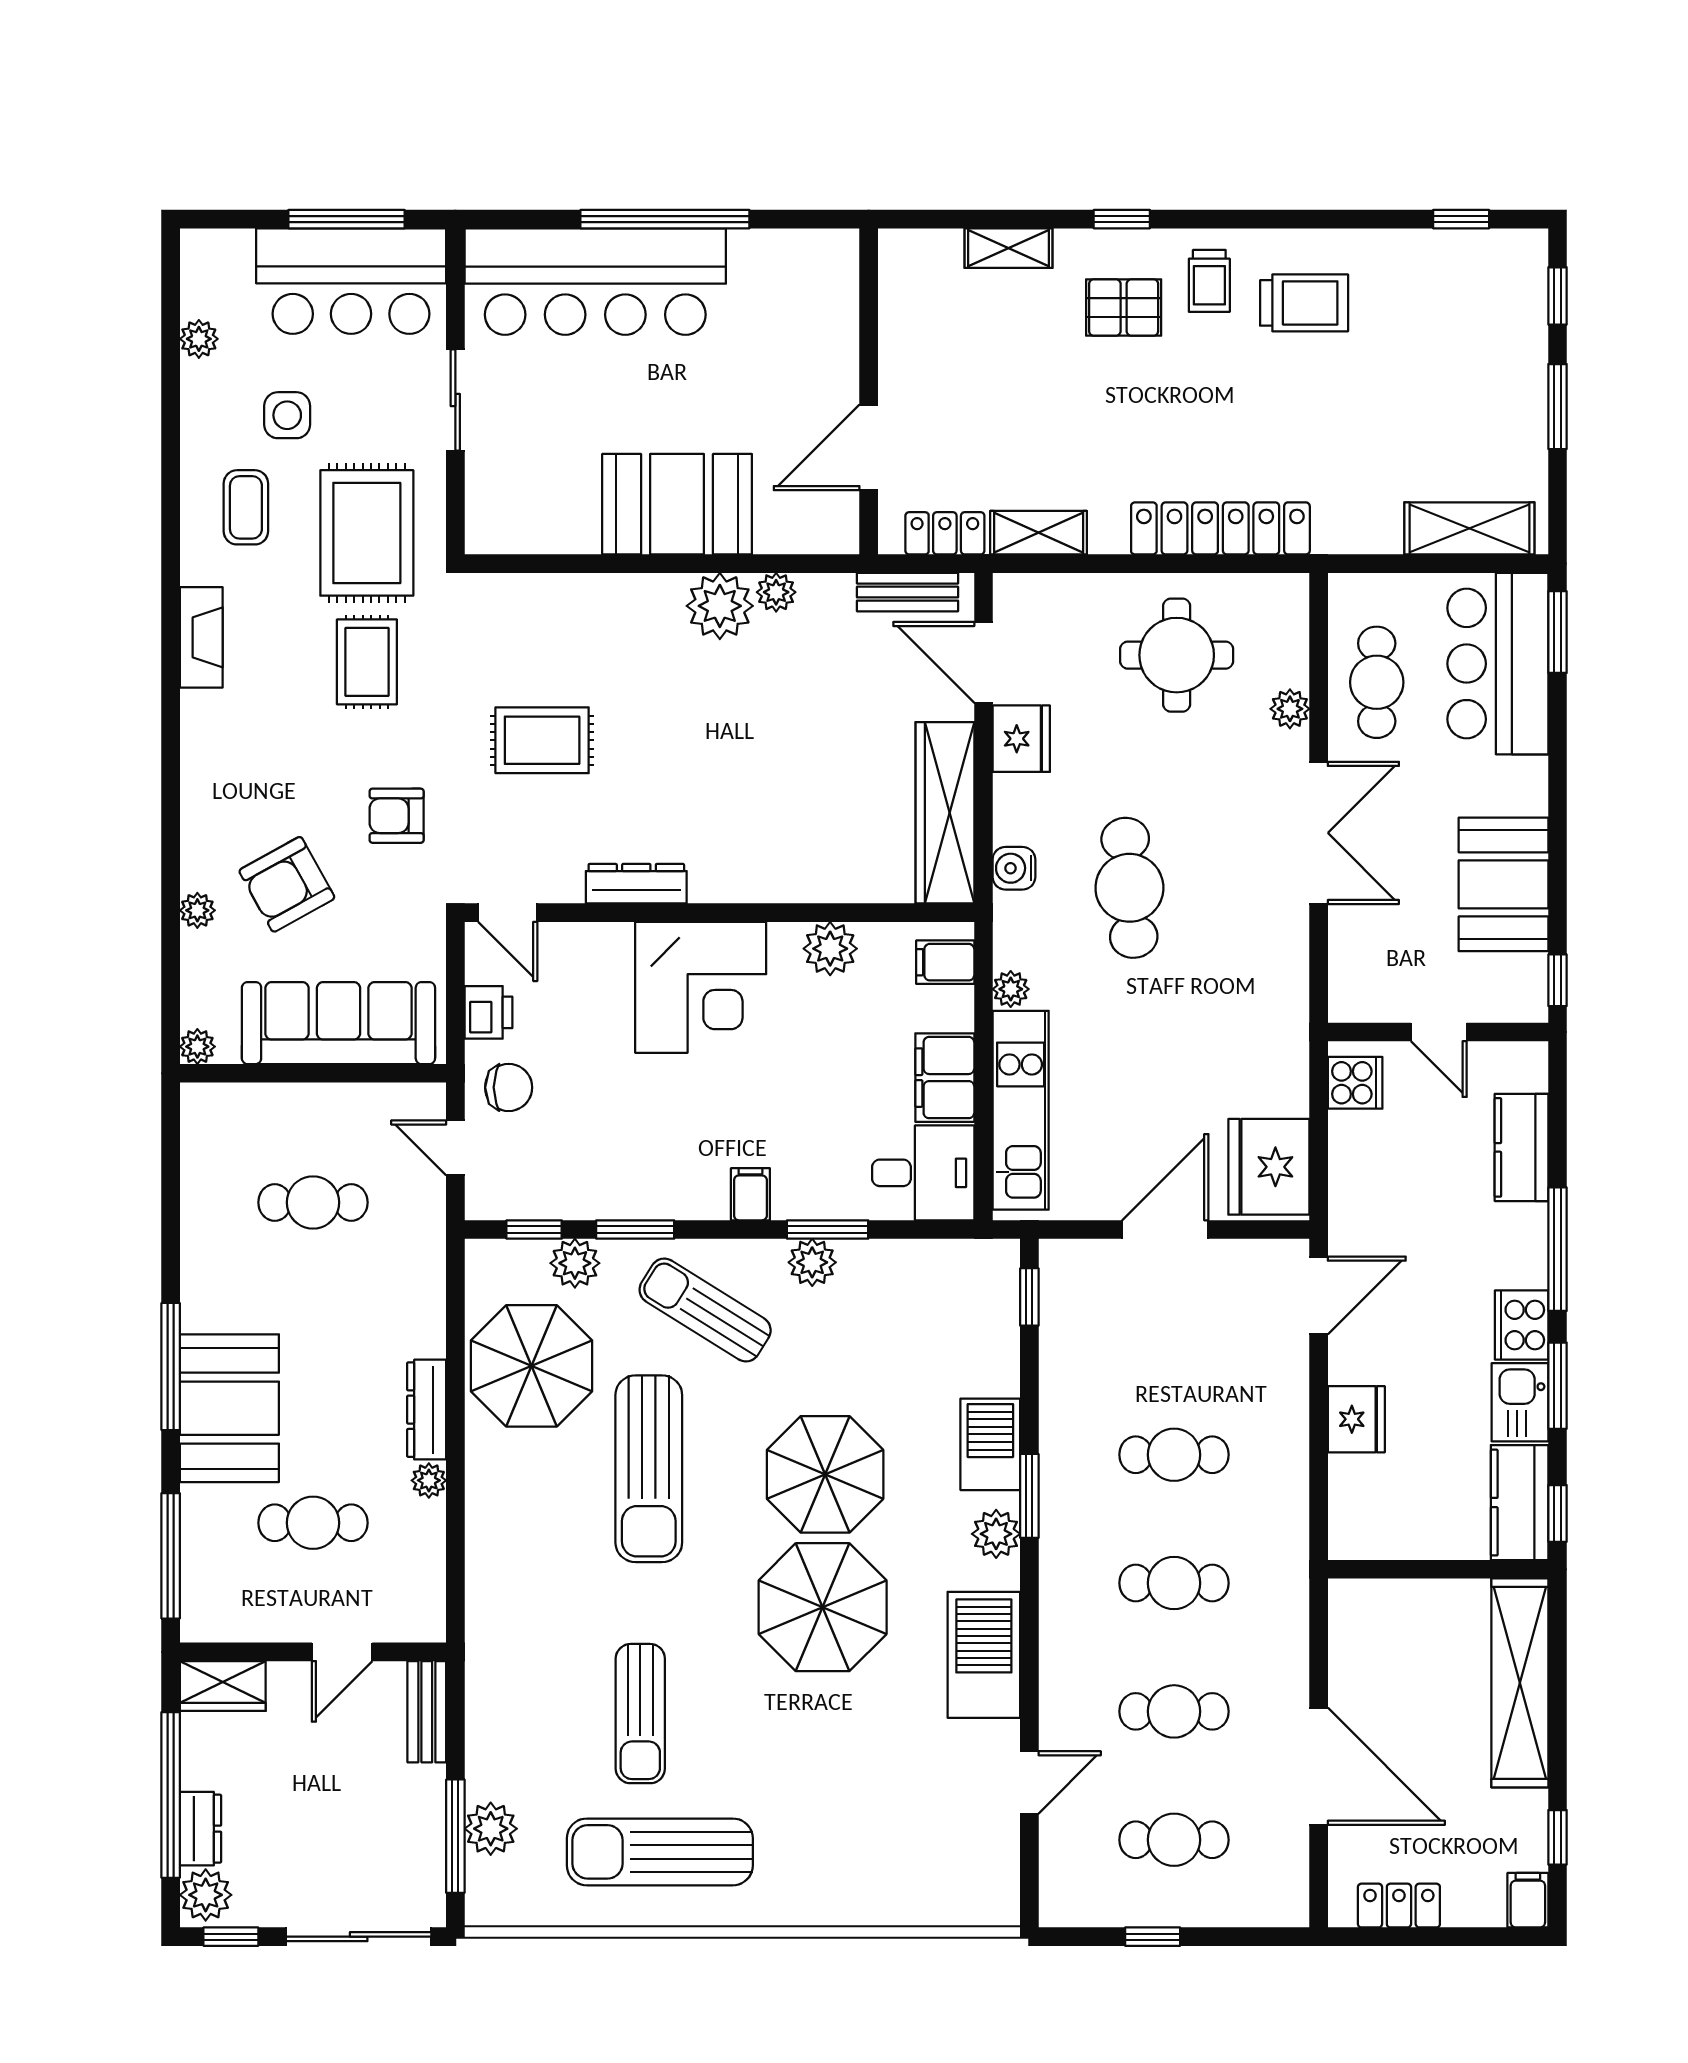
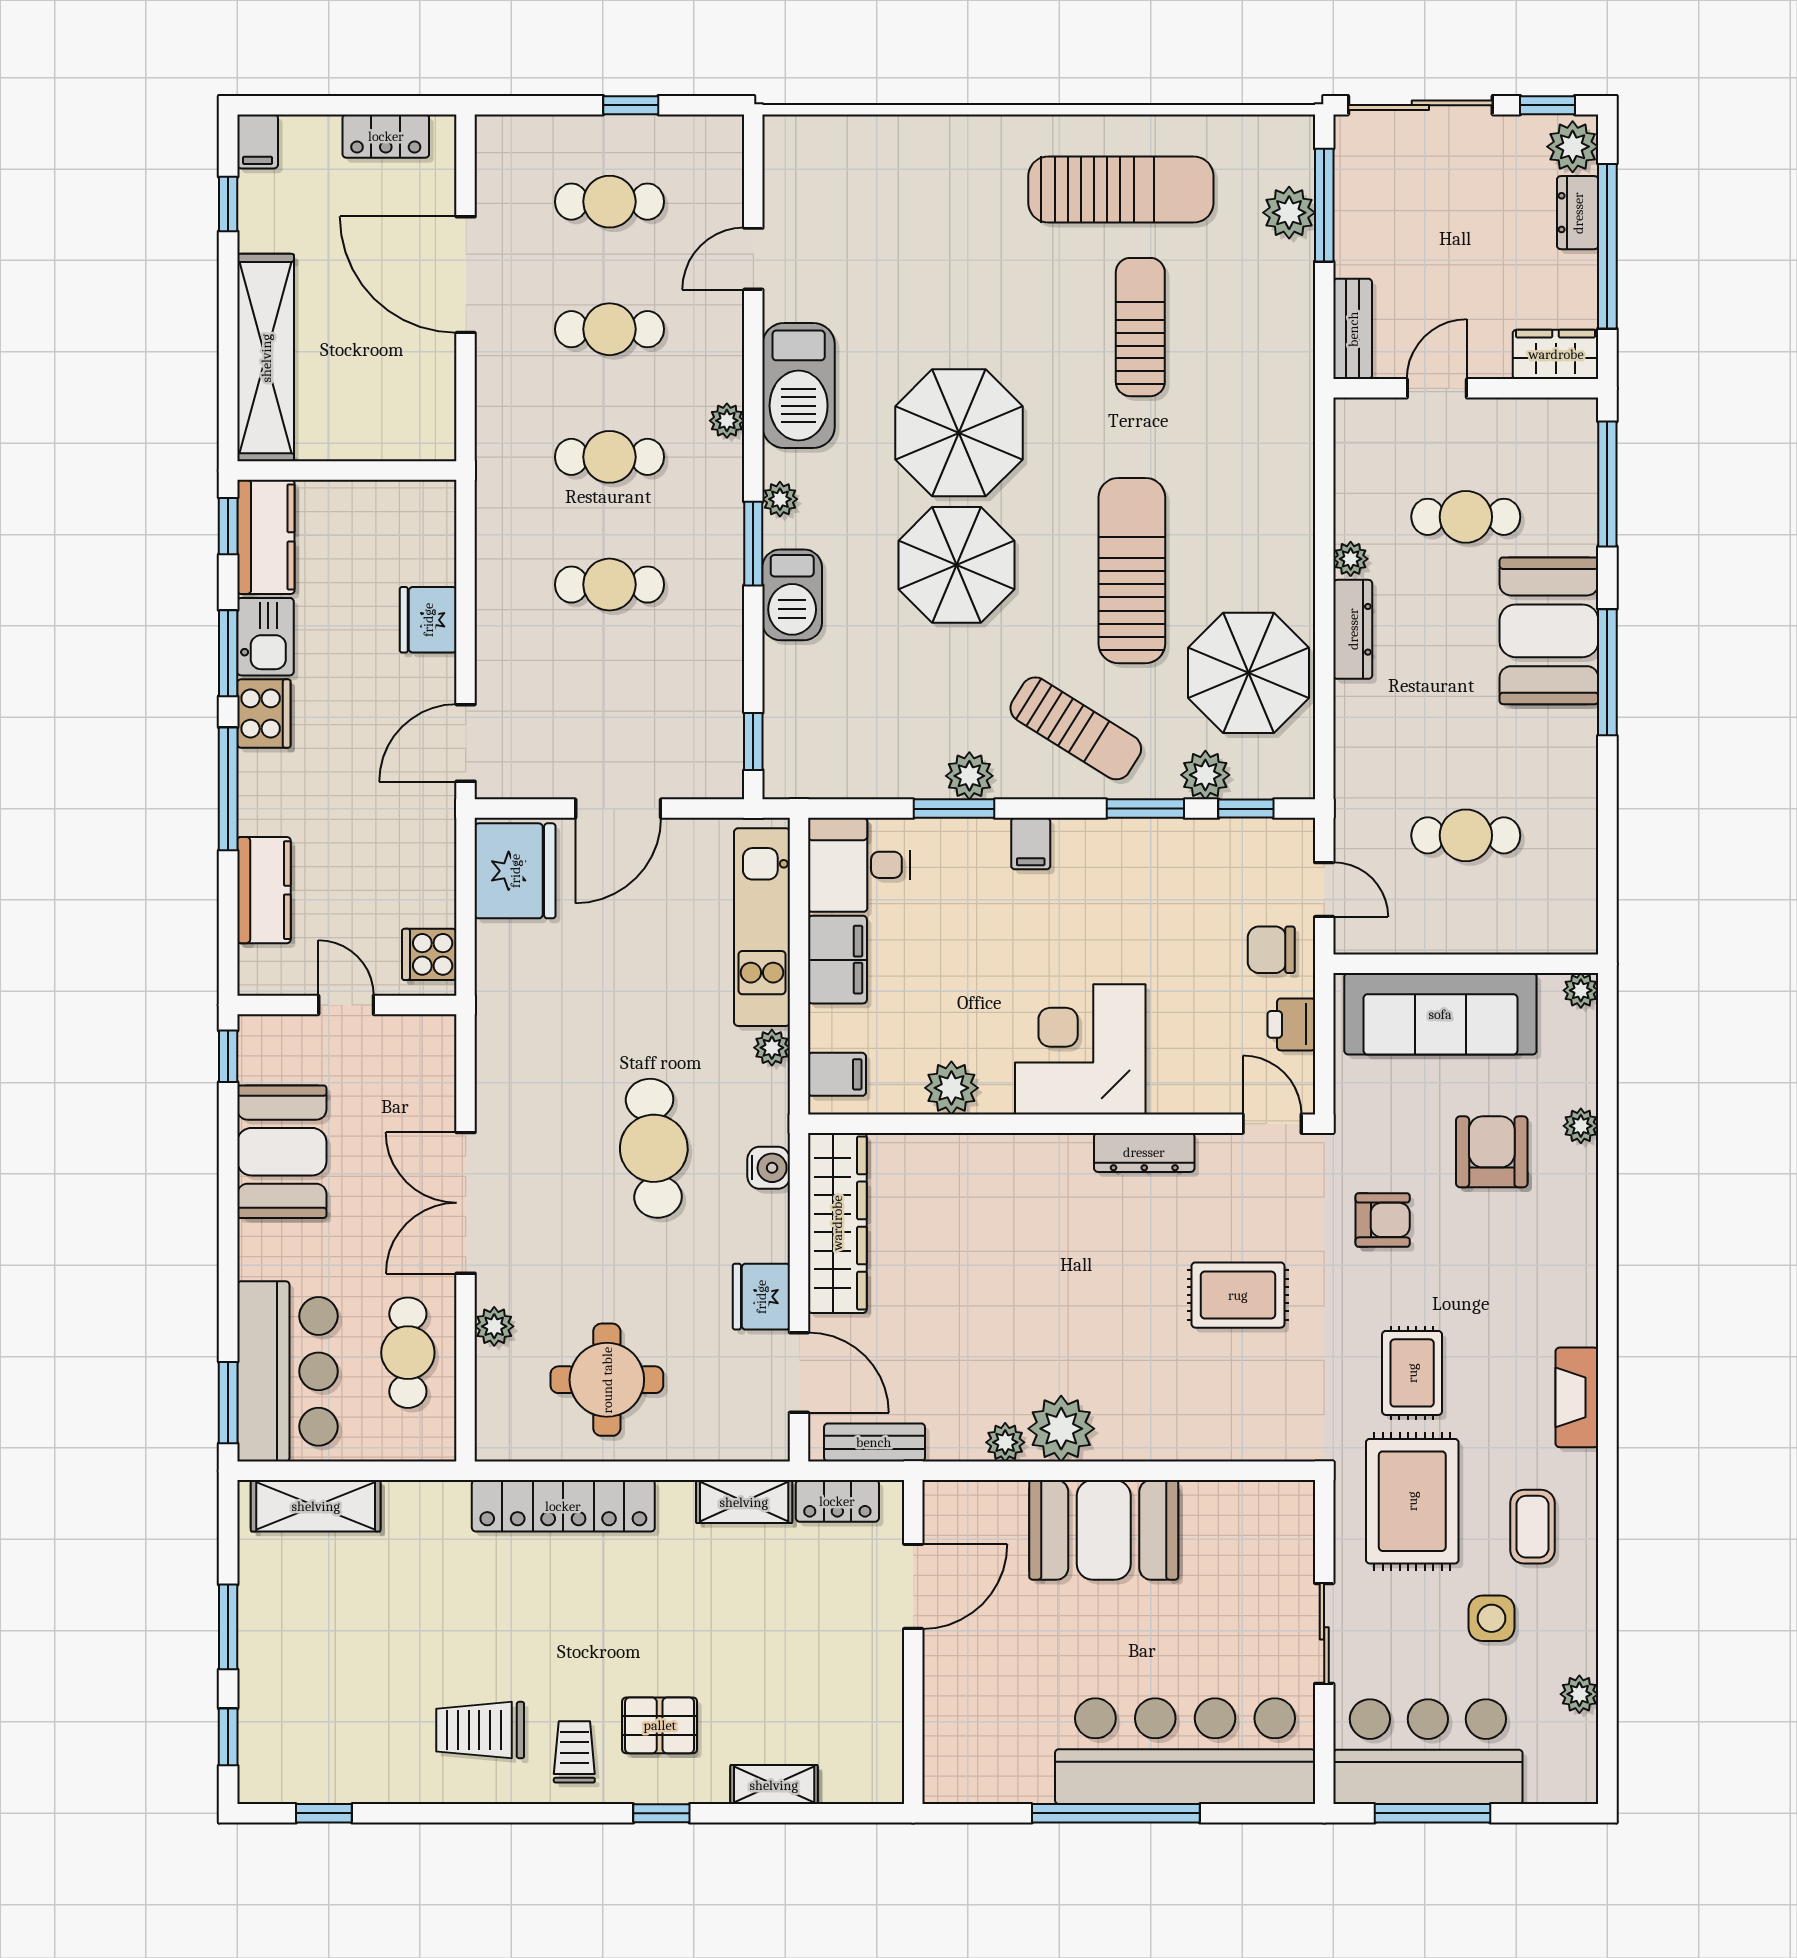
armchair: (287, 884) -> (1492, 1152), turned -61
plant: (996, 1534) -> (780, 499), width x0.73, depth x0.73
plant: (1056, 1620) -> (727, 421), added

